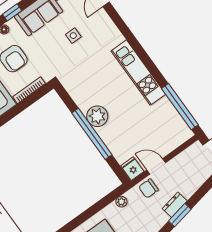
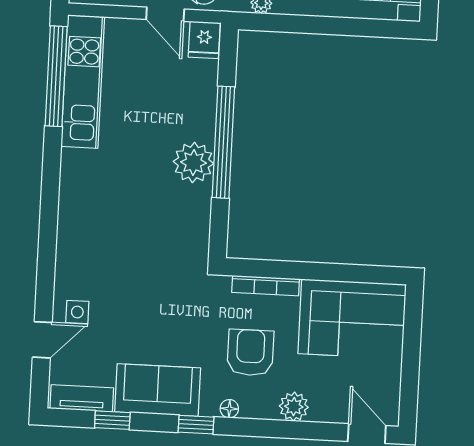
side table: (73, 36) -> (77, 312), moved
kitchen unit: (138, 73) -> (83, 82), moved

